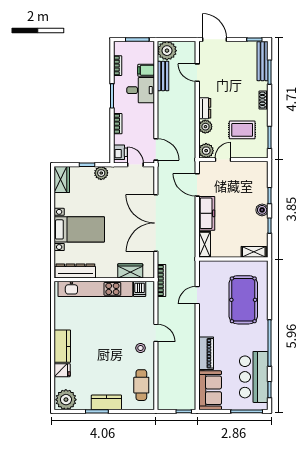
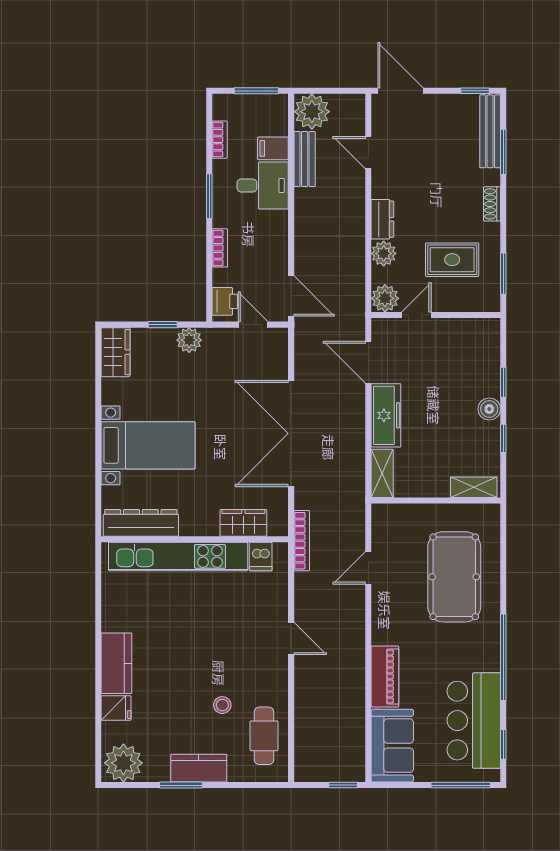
stool: (141, 348) -> (222, 705), moved

